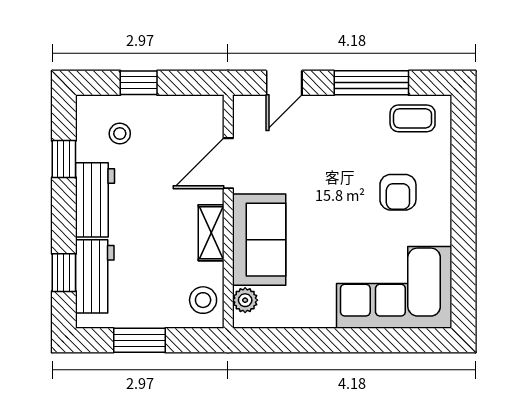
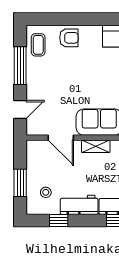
window: (139, 83) -> (20, 183), width x1.50
door: (284, 83) -> (20, 110), hinge flipped
armchair: (398, 192) -> (69, 38), moved

